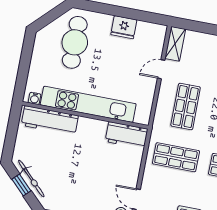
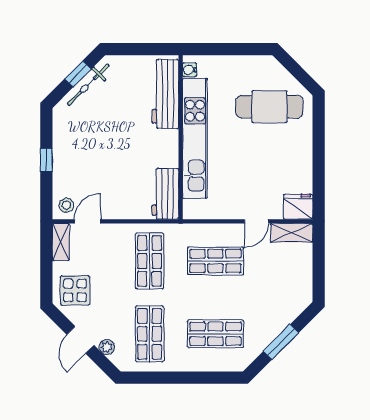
fridge: (124, 27) -> (298, 207), moved, turned 90
door: (161, 69) -> (256, 221), swing flipped

